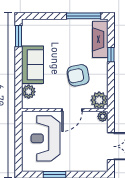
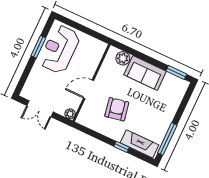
plant: (99, 100) -> (86, 118), removed
door: (72, 110) -> (88, 89), hinge flipped
reception desk: (46, 138) -> (60, 49), moved, turned -90

